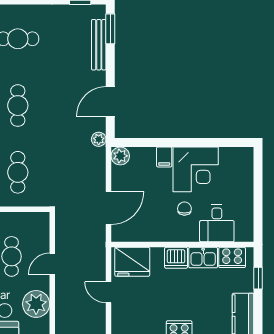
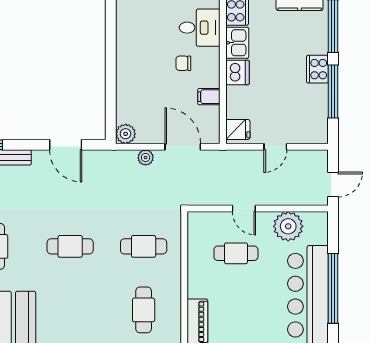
plant: (99, 139) -> (146, 158), moved
filing cabinet: (164, 157) -> (209, 97), moved, turned 180
corner desk: (196, 169) -> (140, 51), removed
fridge: (132, 262) -> (238, 129), width x0.53, depth x0.75

